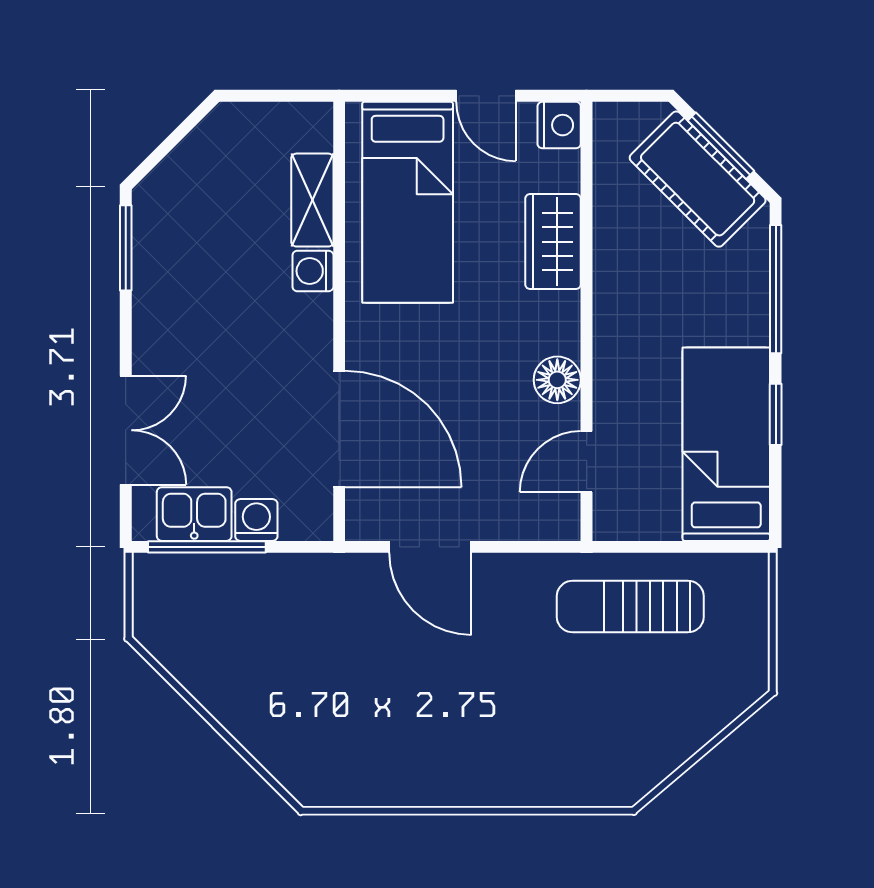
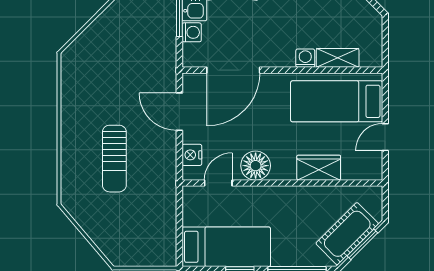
nightstand: (559, 125) -> (192, 155), moved, turned 90
floor lamp: (557, 380) -> (256, 166), width x1.38, depth x1.38
door: (587, 462) -> (218, 183), hinge flipped
door: (430, 547) -> (179, 112), hinge flipped
sun lounger: (630, 607) -> (114, 159), moved, turned 180

